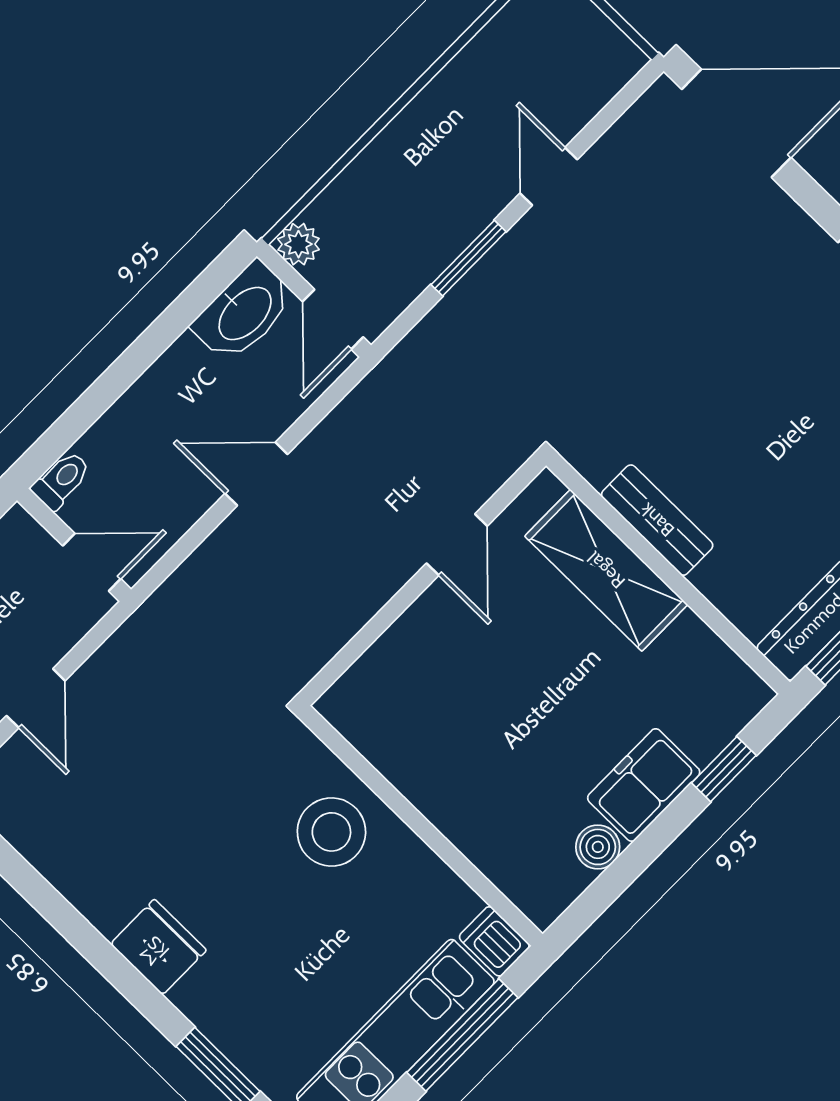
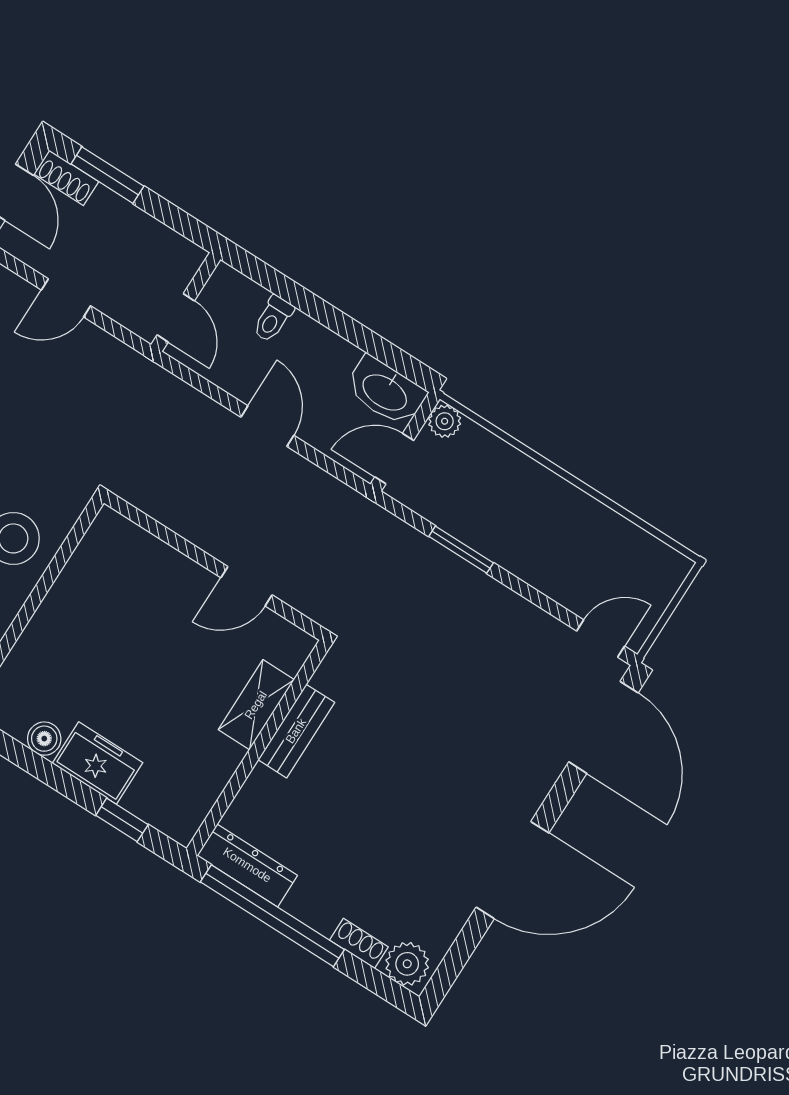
door: (549, 176) -> (601, 639), moved
toilet: (61, 480) -> (273, 319), moved, turned 90
shelving: (606, 570) -> (256, 705), width x0.67, depth x0.75

